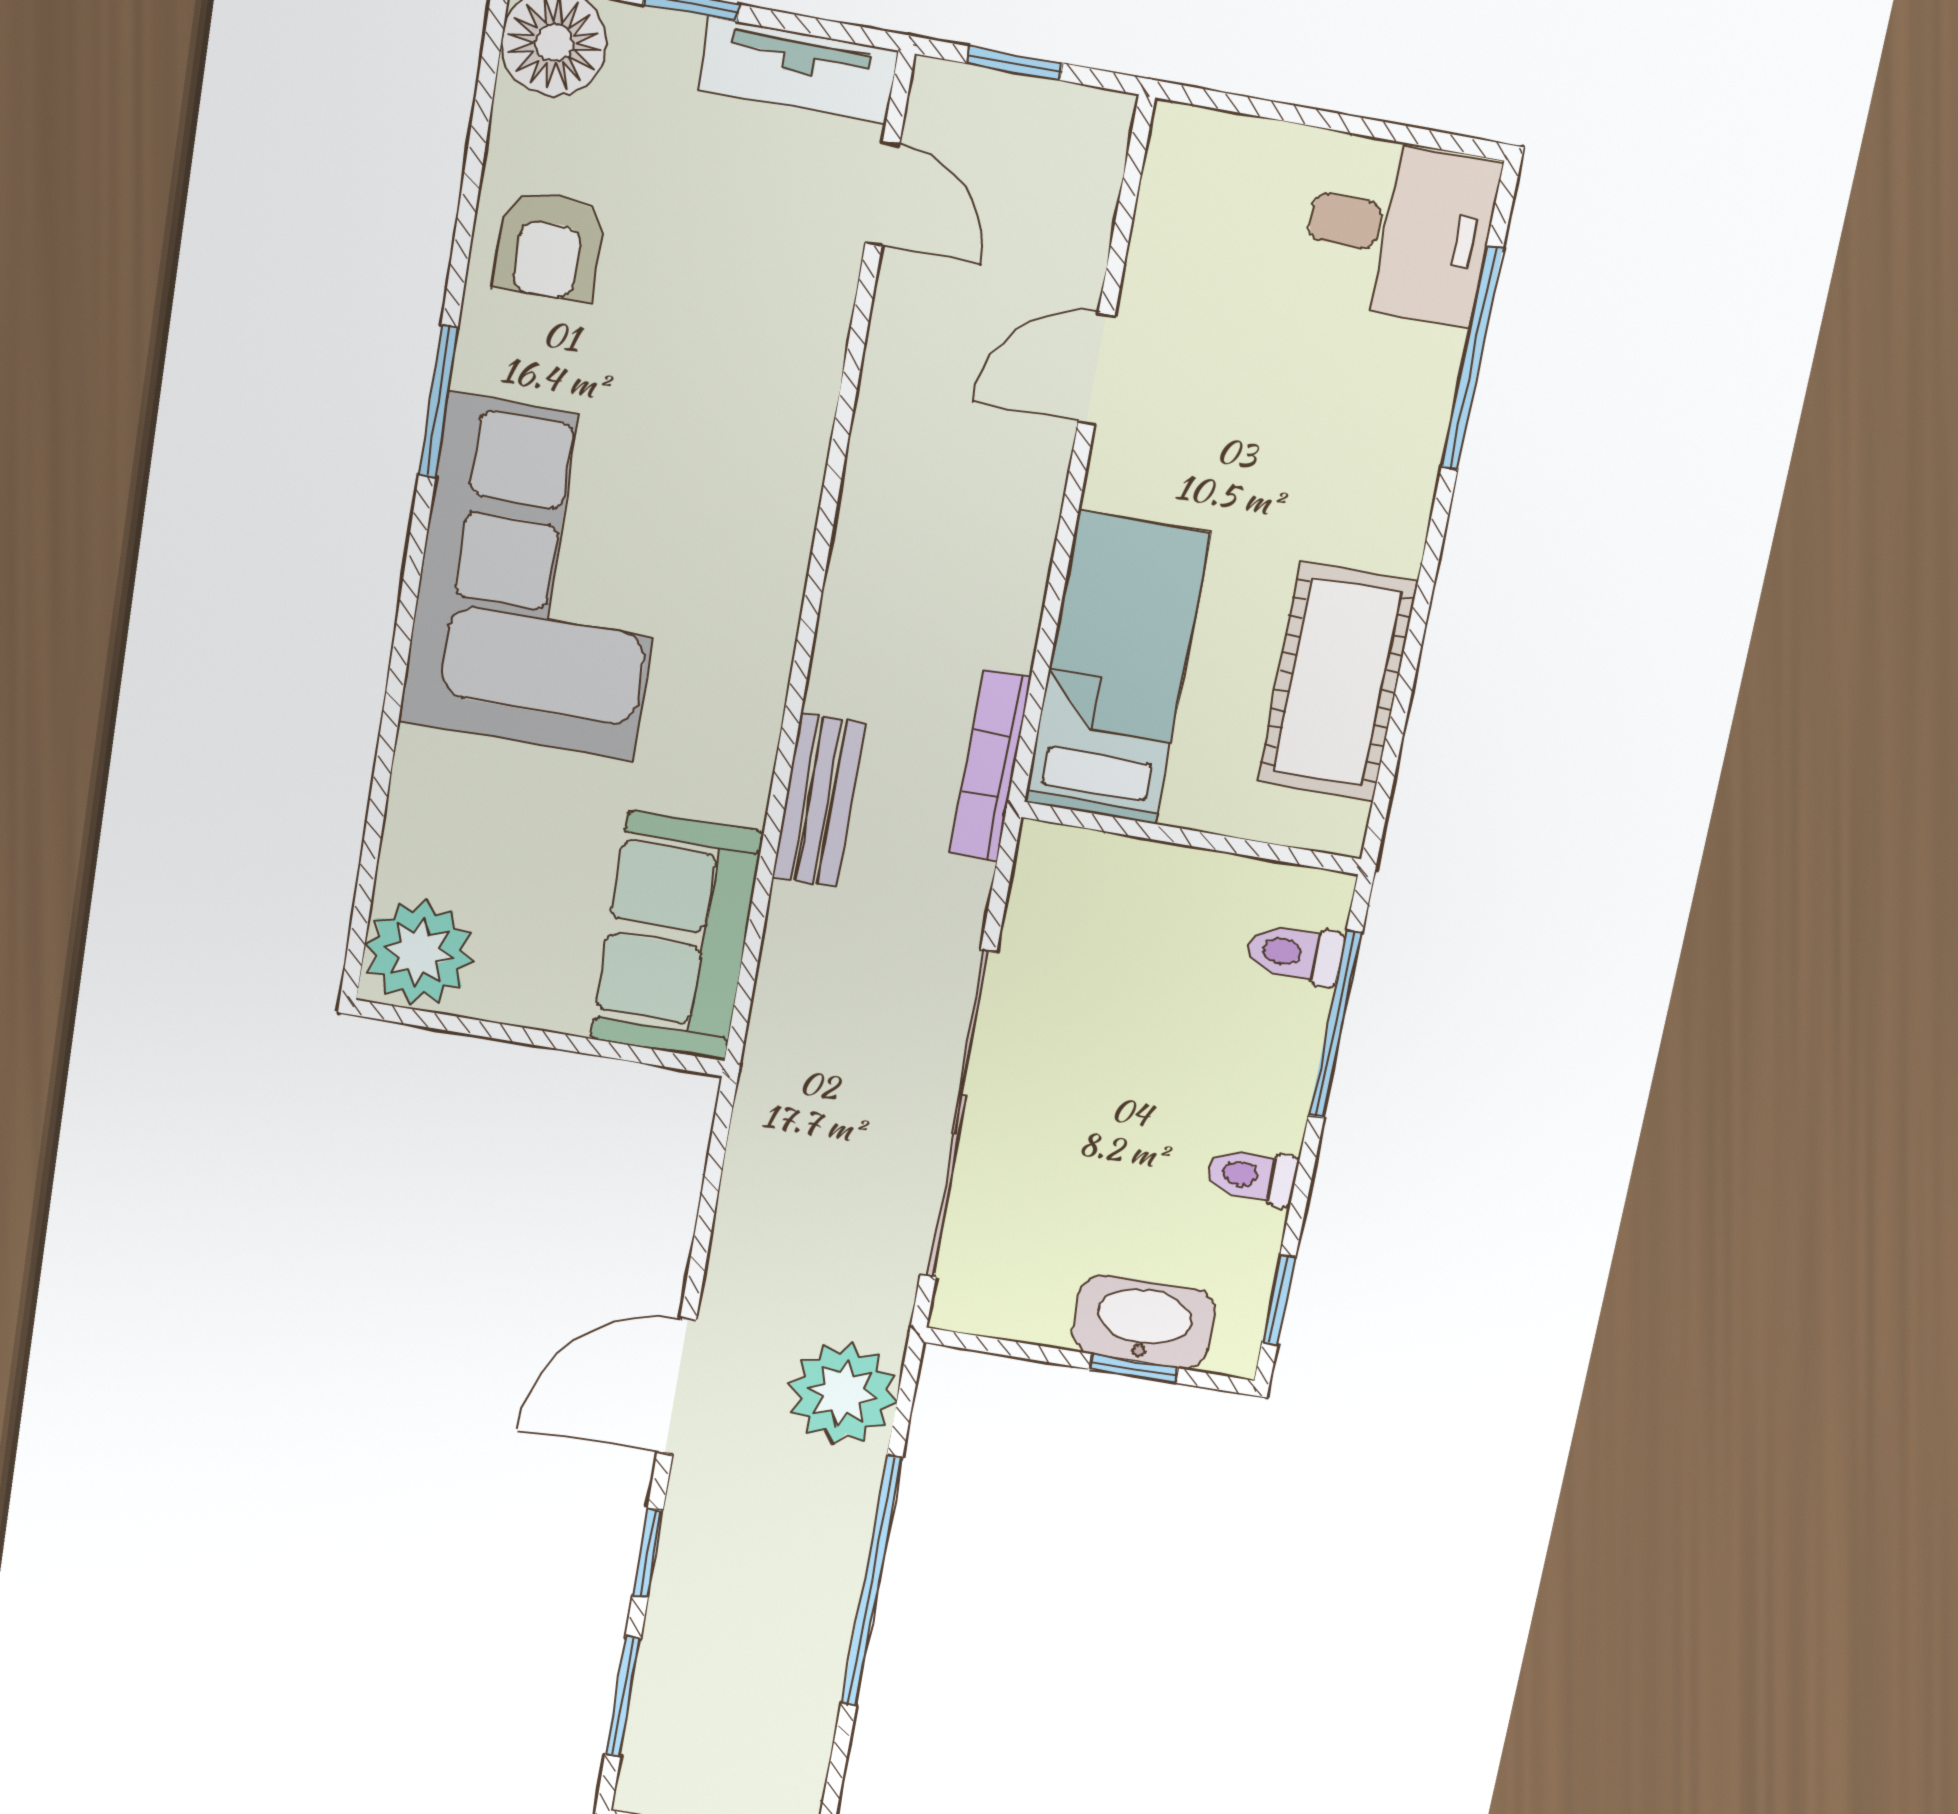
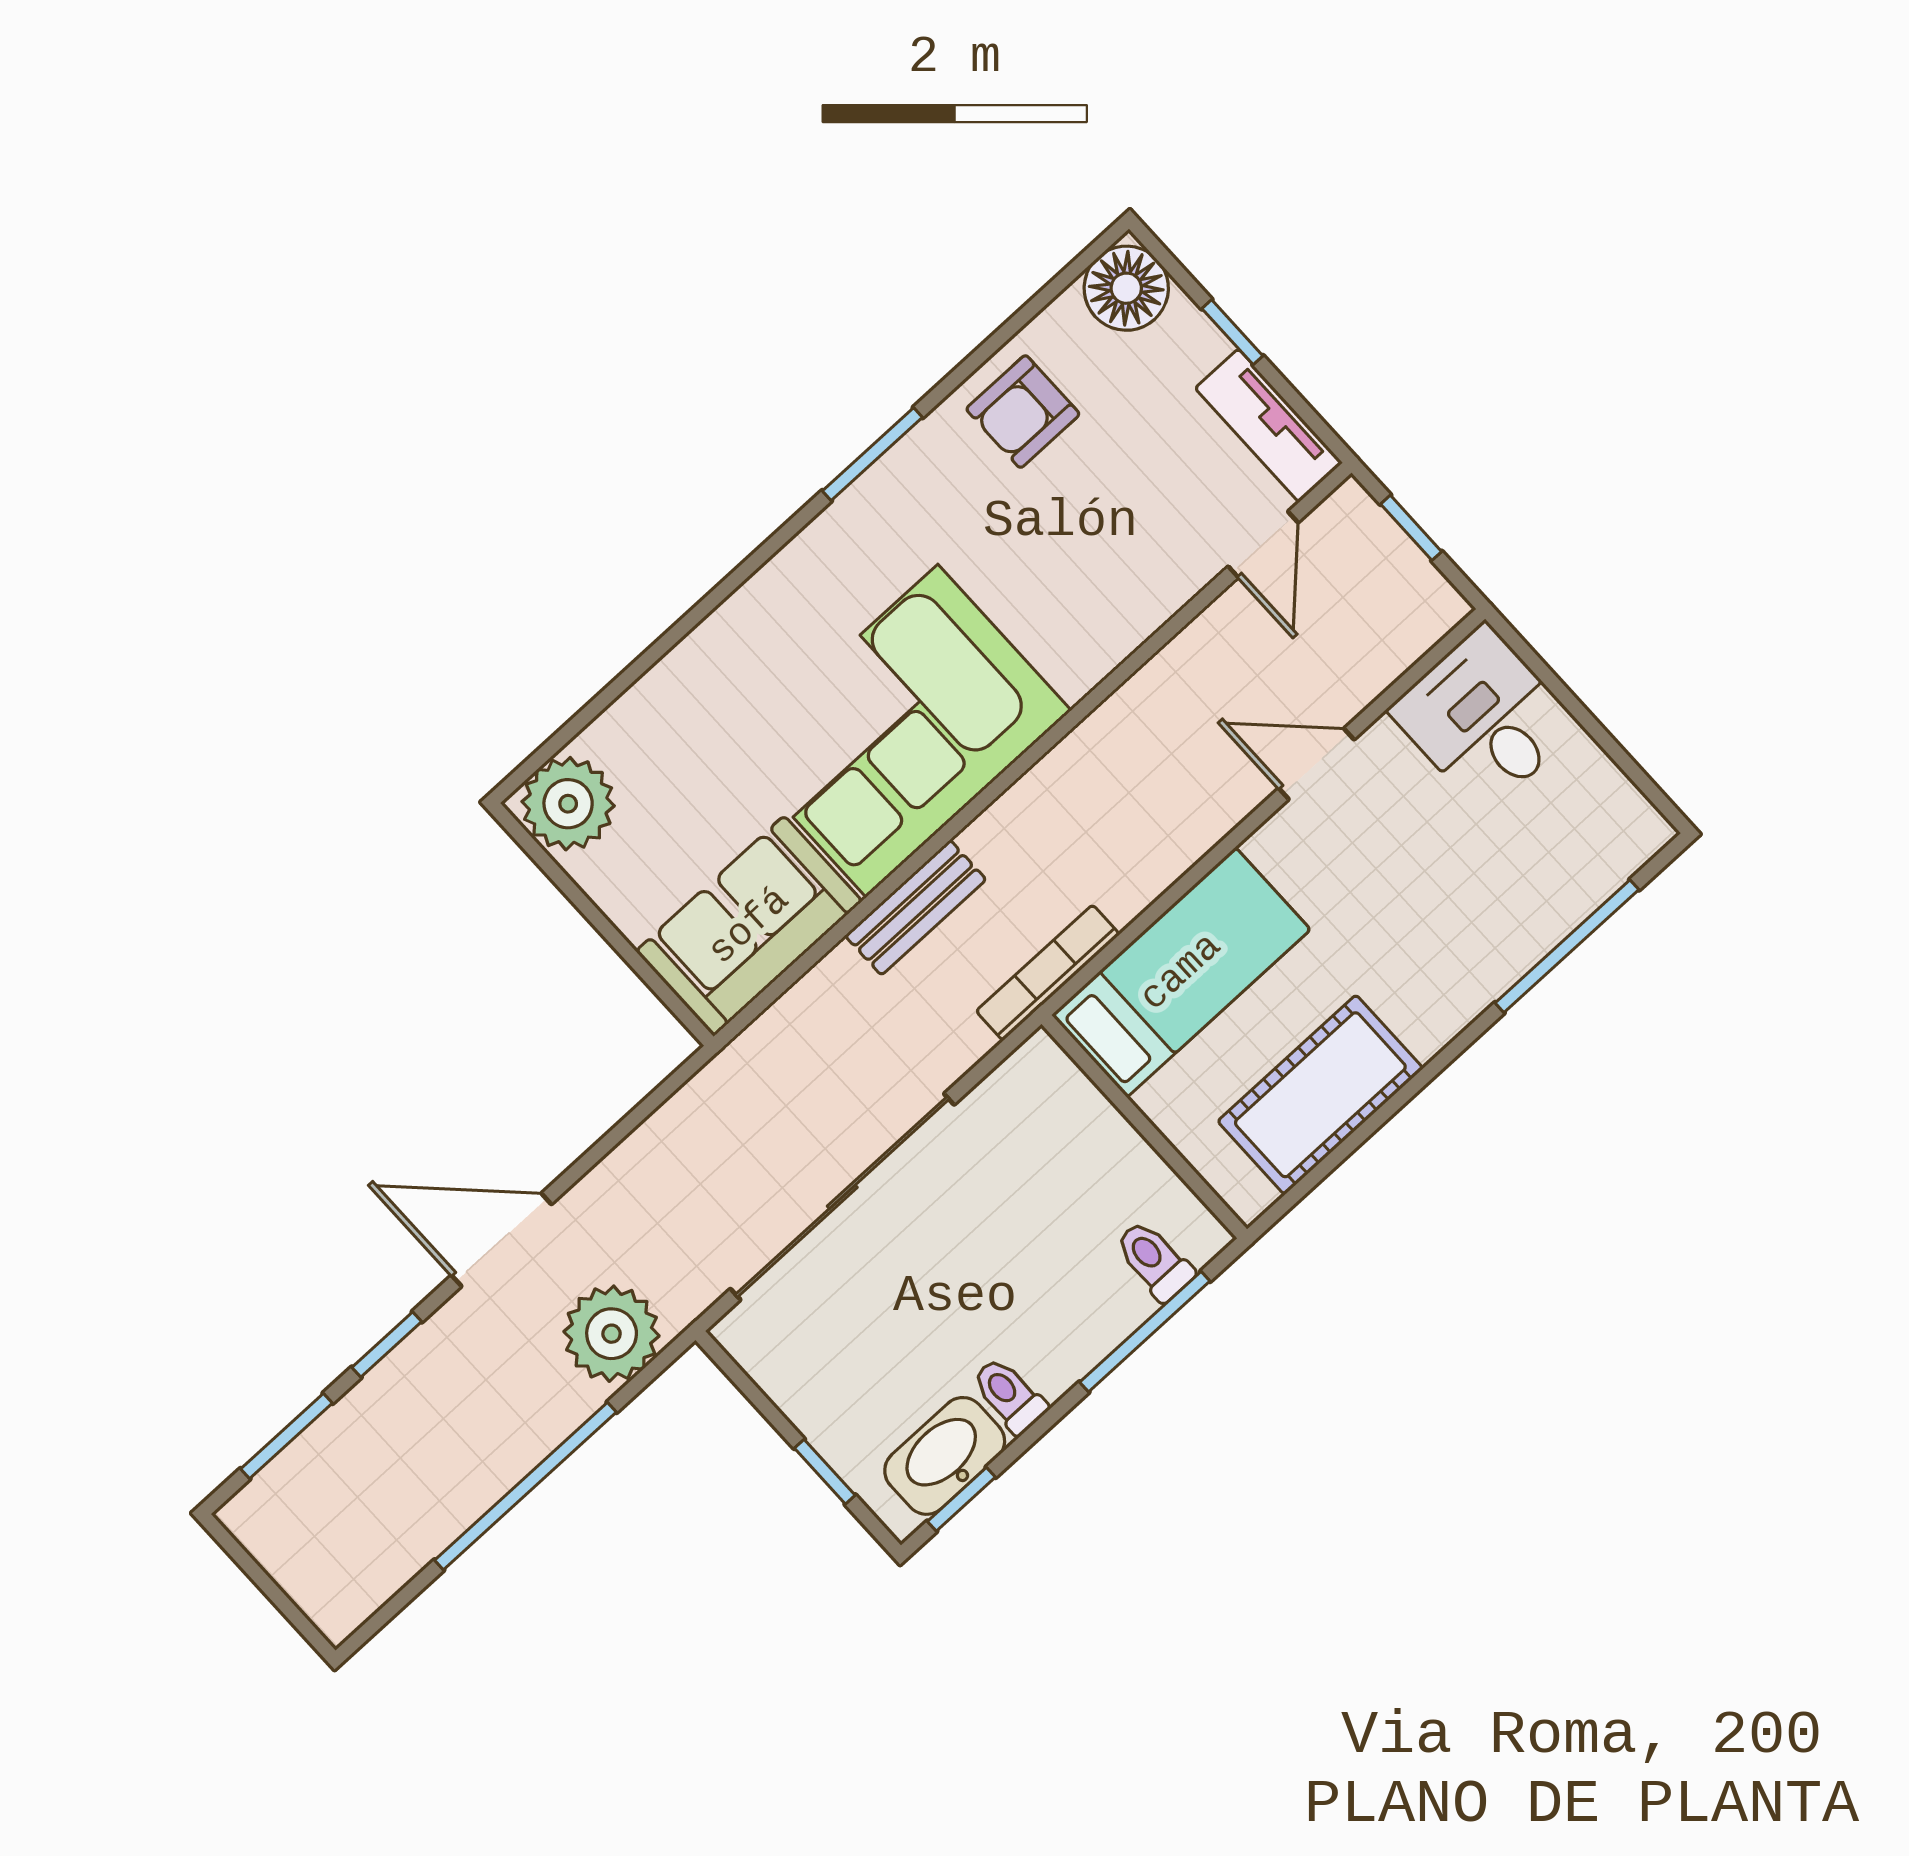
desk: (1400, 231) -> (1484, 719), moved, turned 180
corner sofa: (541, 578) -> (902, 731), moved, turned 180
washbasin: (1144, 1322) -> (945, 1456), moved, turned -90

